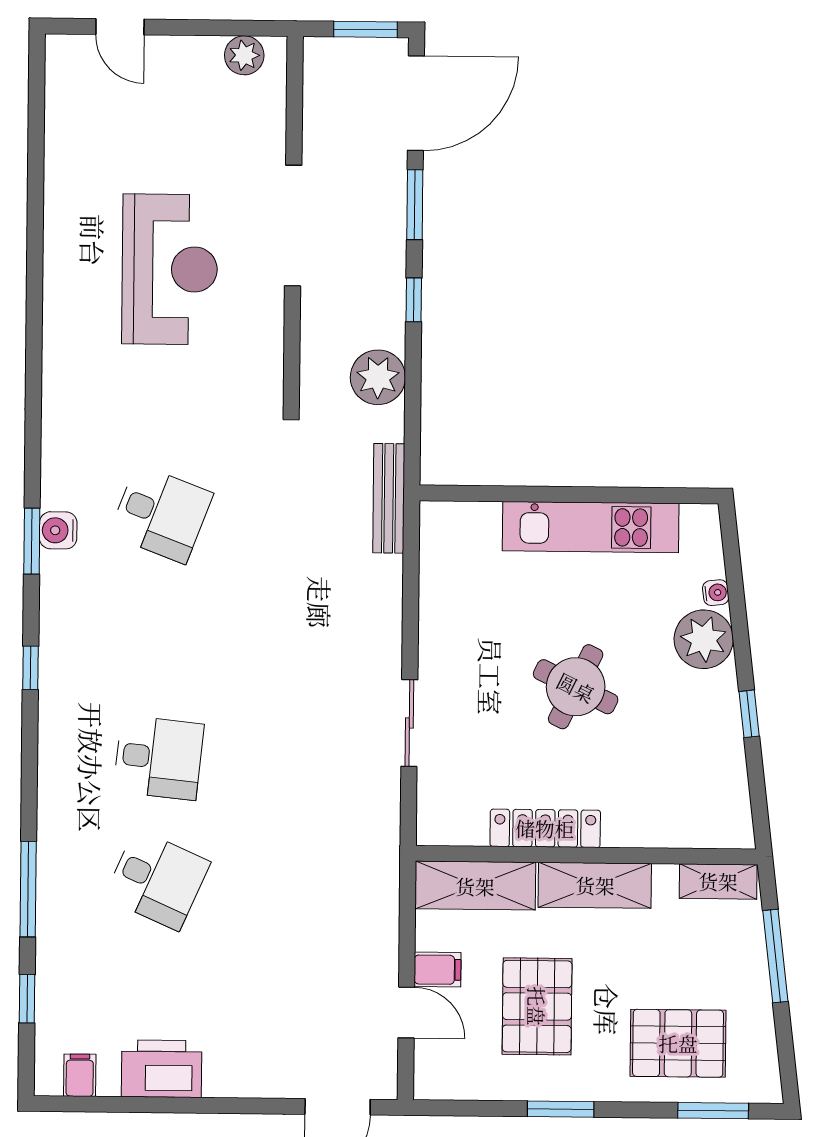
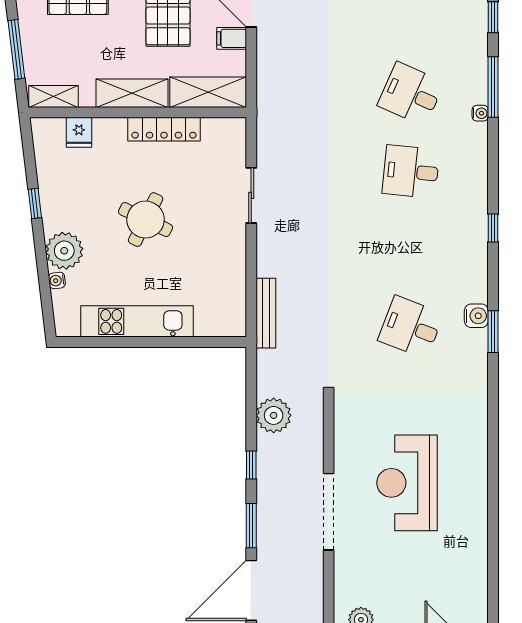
bench: (389, 498) -> (266, 313), moved
window: (32, 541) -> (493, 332), moved
fridge: (679, 825) -> (79, 132), added
water cooler: (49, 848) -> (480, 113), added

